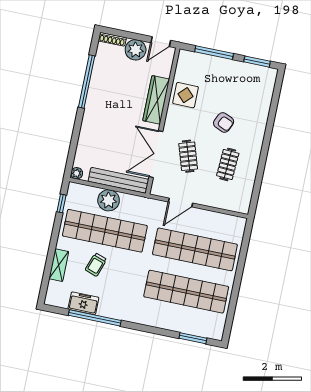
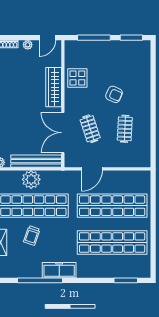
plant: (136, 50) -> (28, 45), width x0.53, depth x0.53
freezer: (83, 303) -> (59, 270), moved, width x1.40

